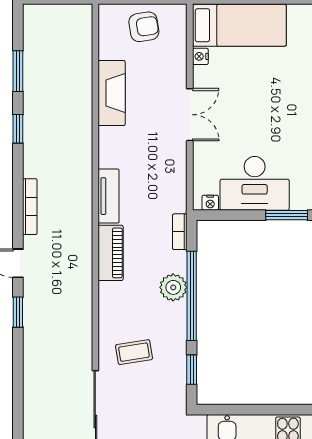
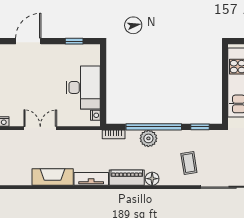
fireplace: (112, 93) -> (53, 177), moved
window: (287, 215) -> (103, 67), removed
floor lamp: (109, 293) -> (152, 179), added

